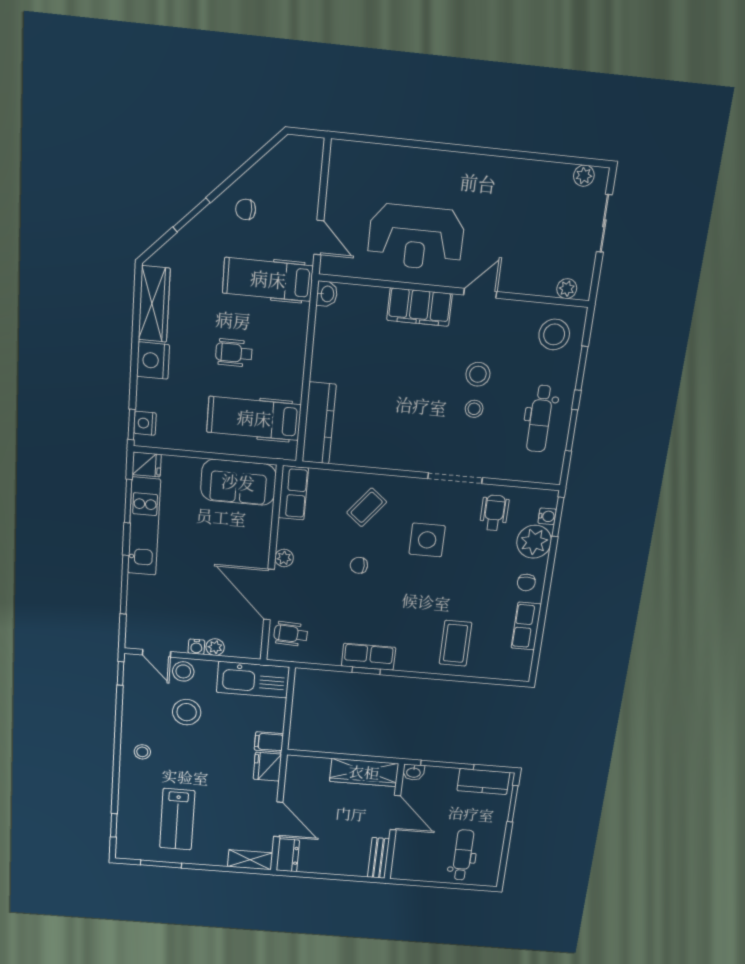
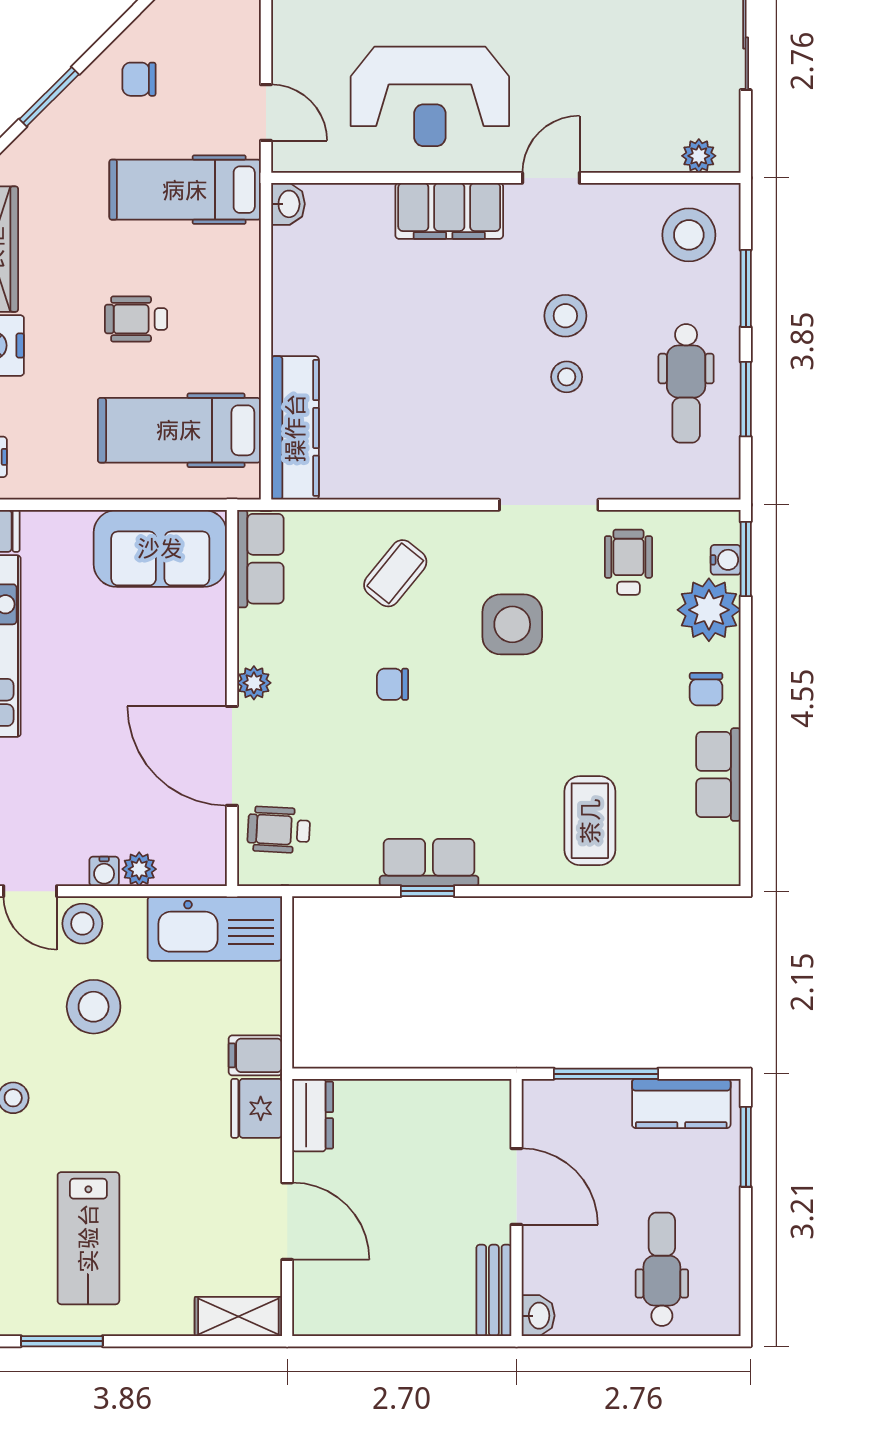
wardrobe: (364, 772) -> (446, 1104), removed
washbasin: (413, 772) -> (538, 1316), moved, turned -90
dresser: (288, 855) -> (313, 1115), moved

